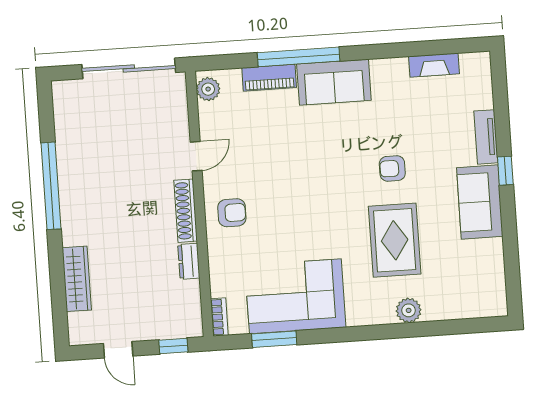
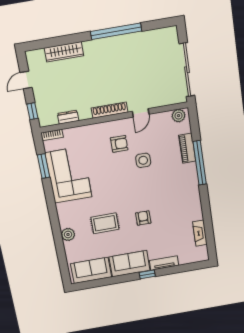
sofa: (334, 82) -> (91, 270), moved, turned 90
door: (196, 156) -> (141, 113), hinge flipped
side table: (283, 159) -> (143, 160), added
armchair: (232, 213) -> (119, 144), moved, turned -90
rug: (395, 240) -> (105, 223), width x0.73, depth x0.70
dresser: (189, 261) -> (68, 117), moved

